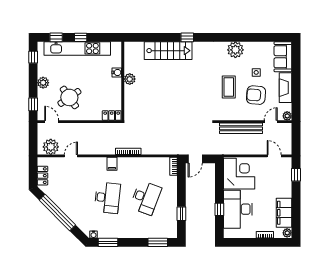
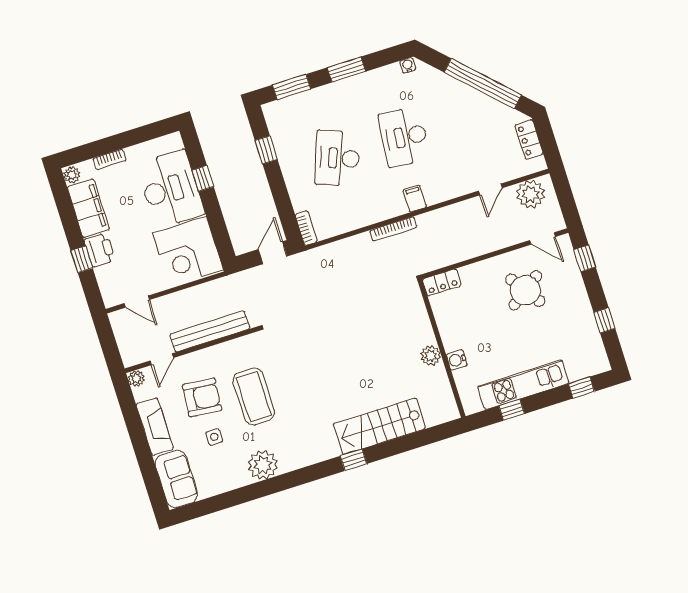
window: (81, 37) -> (512, 410), moved
kitchen unit: (77, 48) -> (523, 385), width x0.73
window: (33, 57) -> (604, 320), moved
plant: (43, 83) -> (579, 302), removed
coffee table: (229, 87) -> (254, 396), width x1.36, depth x1.32
window: (296, 175) -> (82, 259), moved
printer: (285, 189) -> (100, 250), added
window: (108, 242) -> (346, 69), moved

